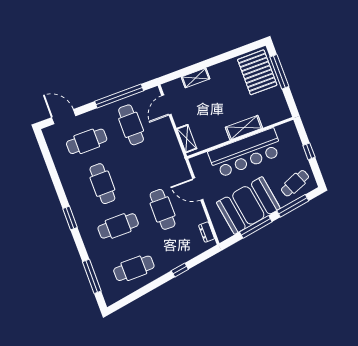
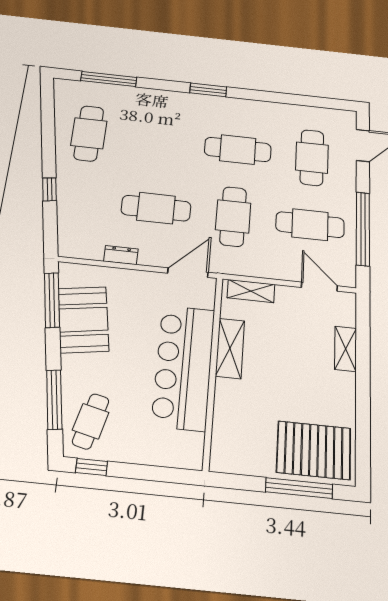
shelving: (244, 128) -> (230, 348), moved
window: (309, 151) -> (92, 467), moved
cafe table: (295, 183) -> (91, 421), turned 36
door: (198, 189) -> (188, 273), moved
booth: (248, 205) -> (83, 320), width x0.73, depth x0.70
cafe table: (118, 226) -> (233, 216), moved
window: (256, 227) -> (52, 300), moved
dresser: (207, 232) -> (121, 255), moved

